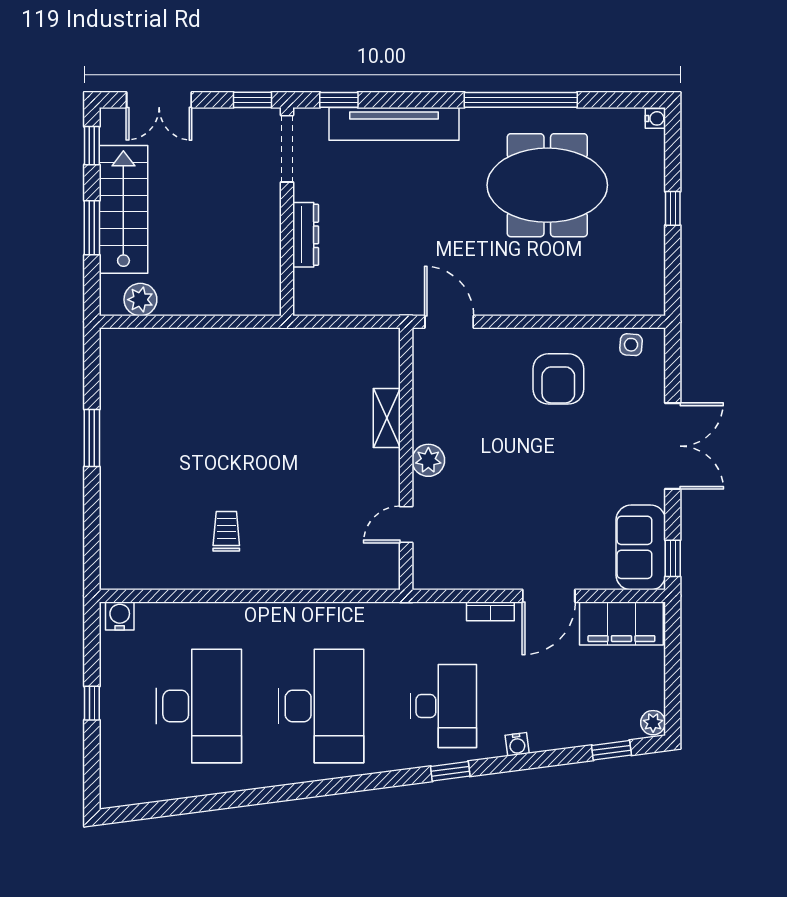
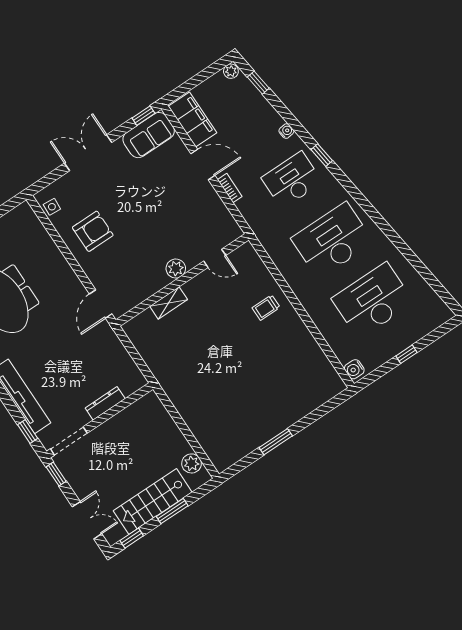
trolley: (226, 531) -> (266, 308), moved

